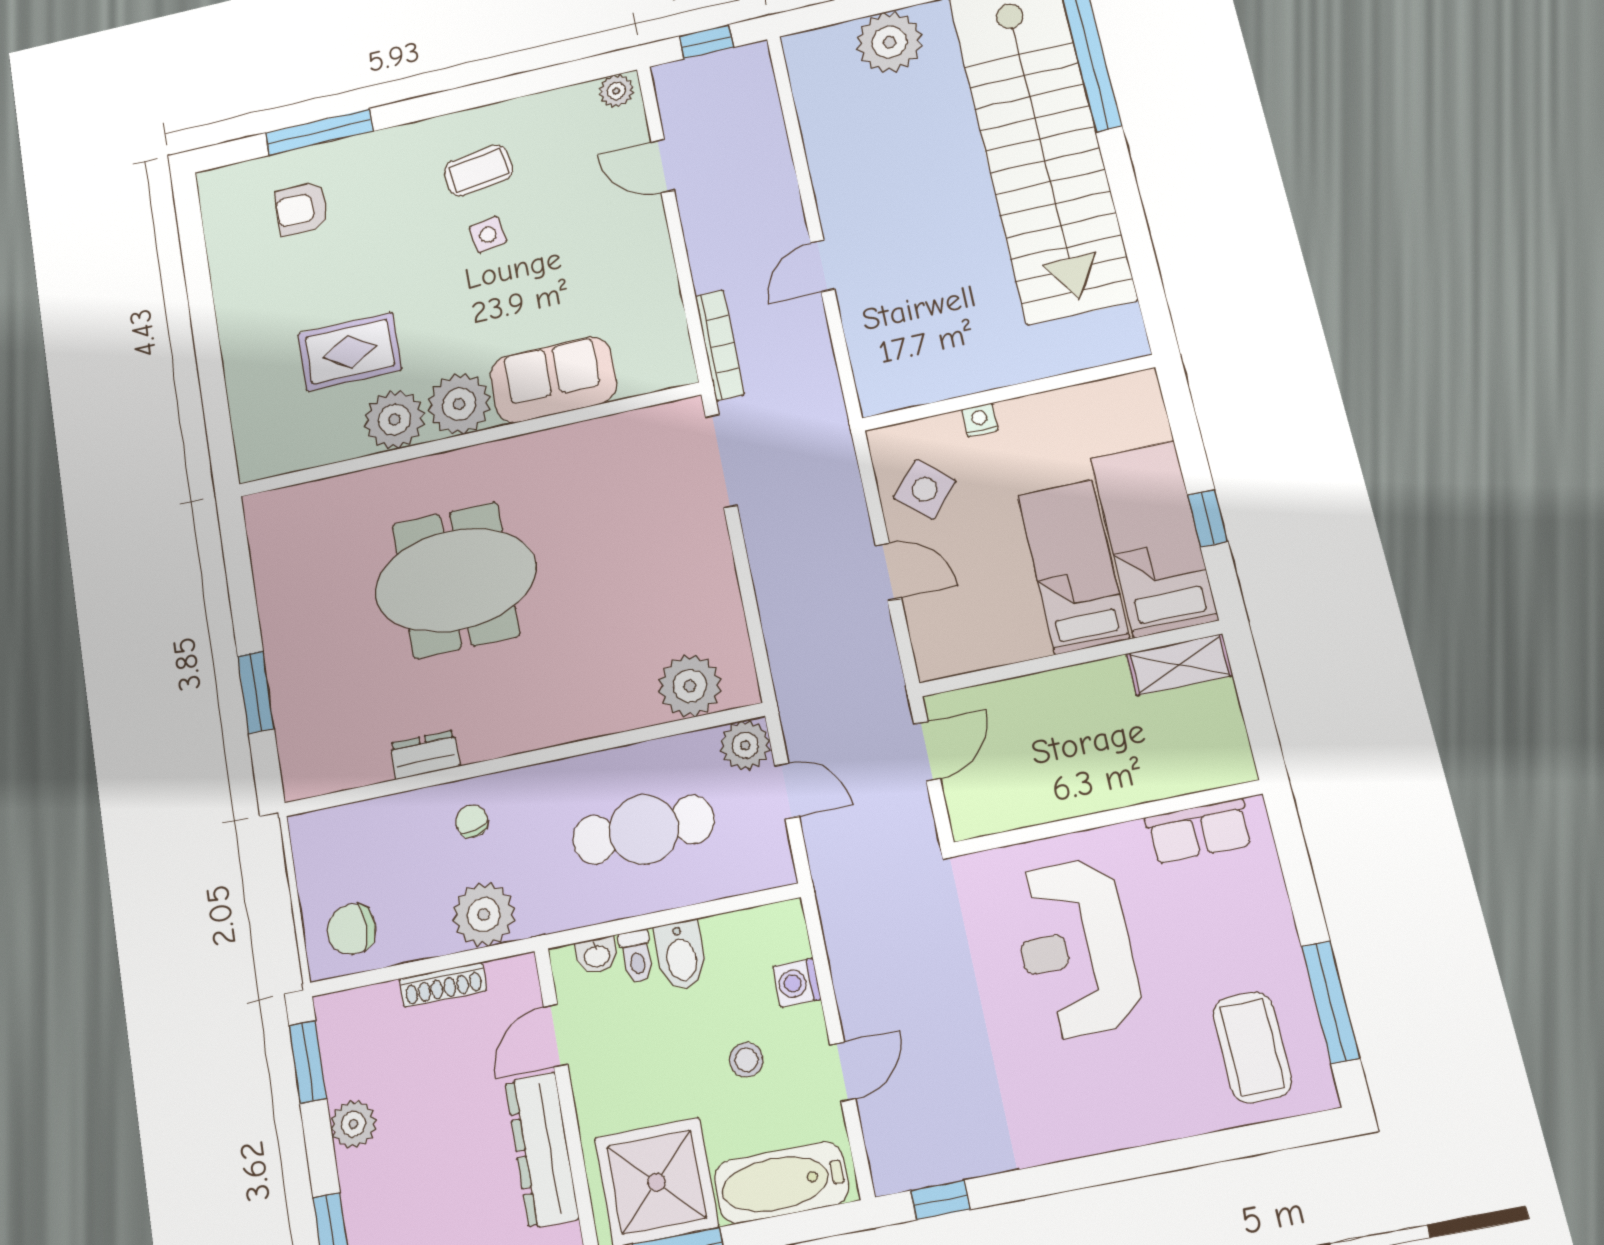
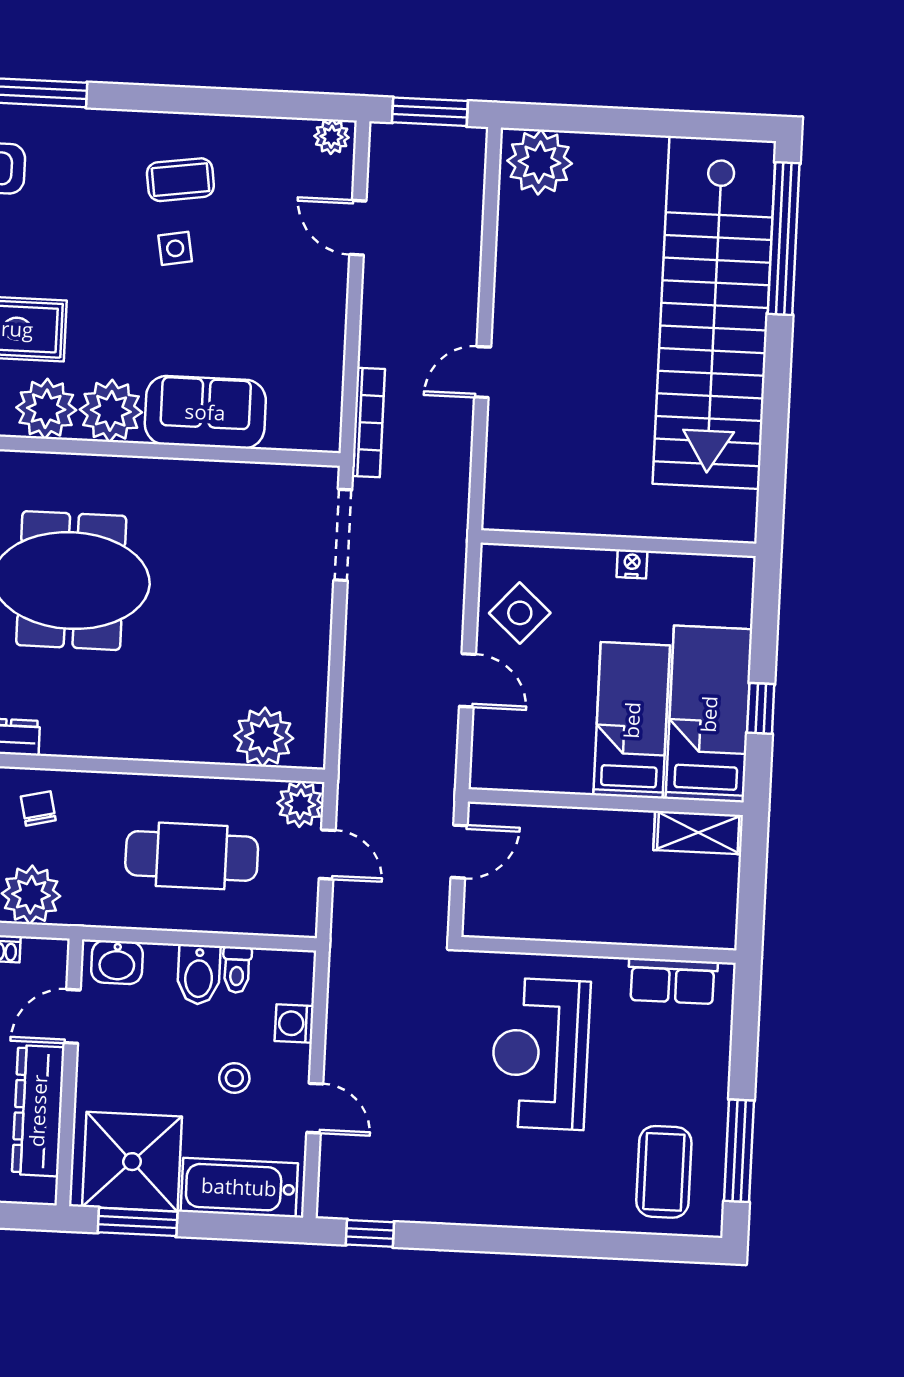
window: (706, 42) -> (430, 112), width x1.50
plant: (889, 42) -> (540, 162), moved
nightstand: (980, 420) -> (632, 564), moved
washbasin: (597, 955) -> (117, 962), width x1.38, depth x1.45
toilet: (637, 956) -> (237, 970), moved
door: (843, 1072) -> (315, 1108), hinge flipped

